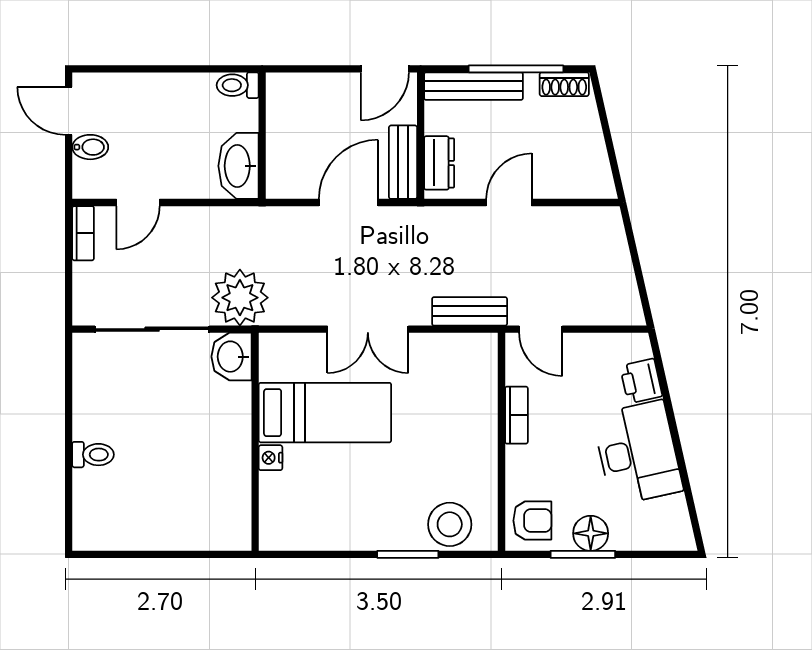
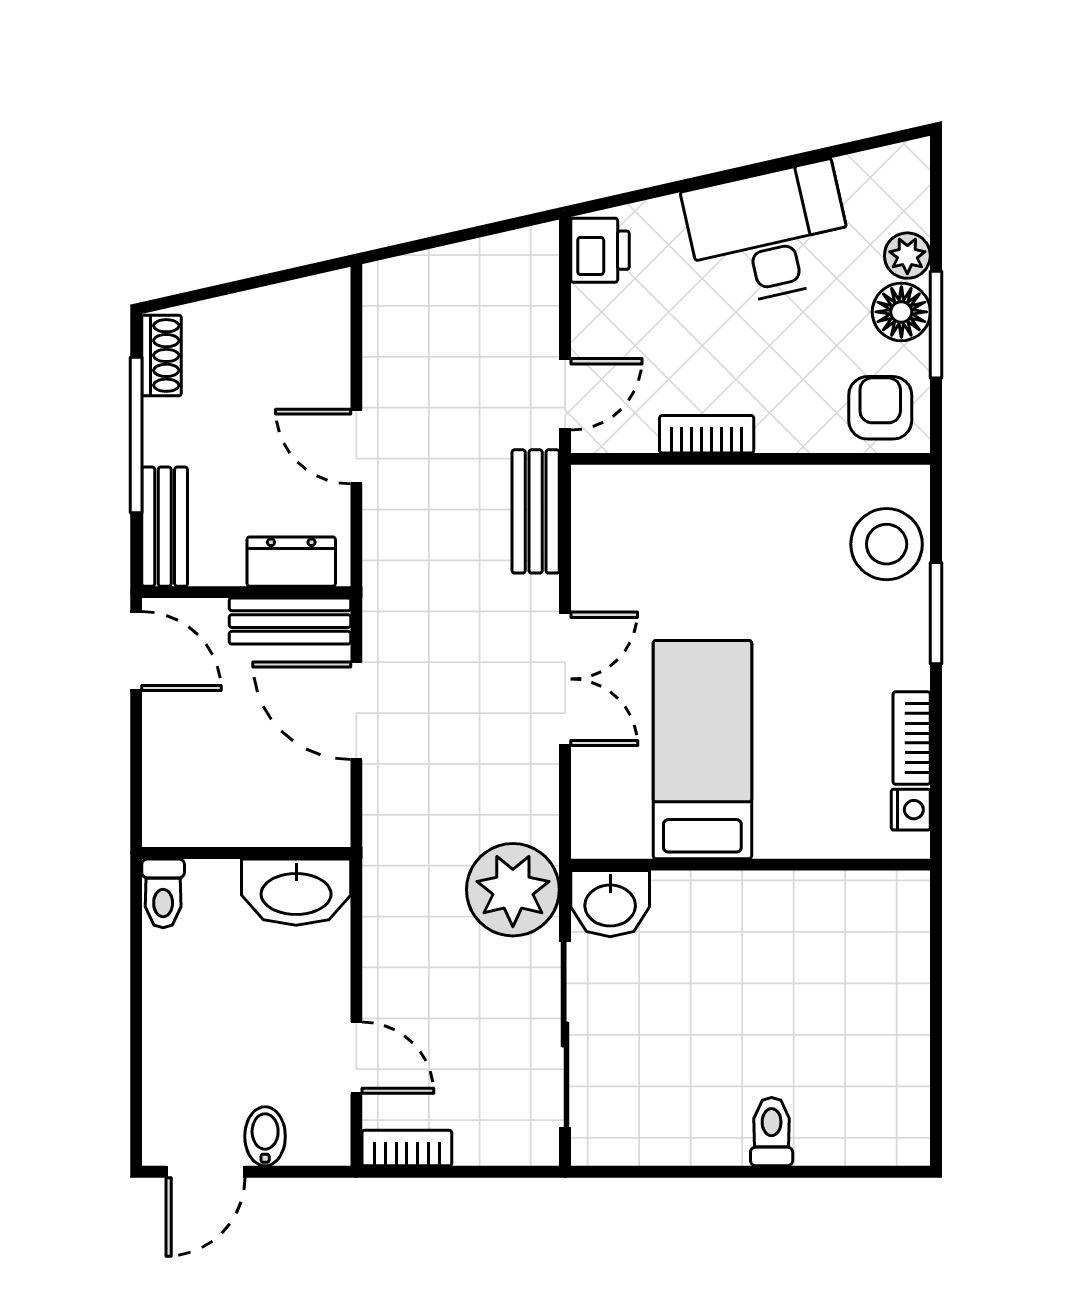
bench: (474, 86) -> (165, 527), width x0.73
printer: (641, 381) -> (600, 250), moved, turned -77
nightstand: (270, 458) -> (911, 810), moved, turned -90
plant: (625, 537) -> (907, 256), added
bookcase: (332, 540) -> (912, 738), added

